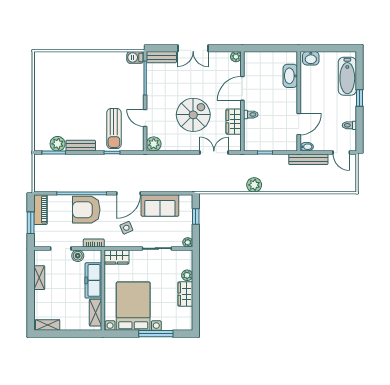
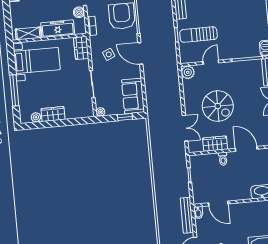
plant: (254, 185) -> (159, 168), removed
sofa: (160, 206) -> (133, 96), moved
plant: (187, 275) -> (36, 117), moved
bed with nightstands: (133, 306) -> (37, 61), width x0.73

